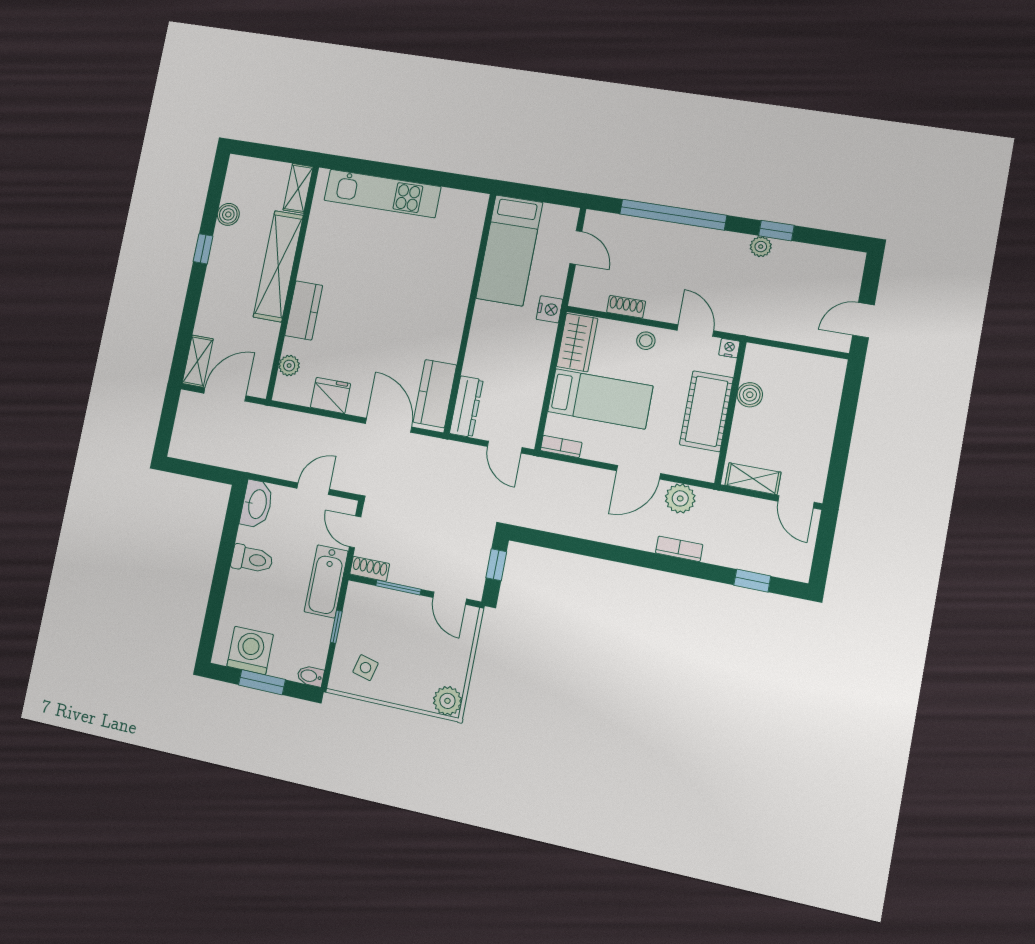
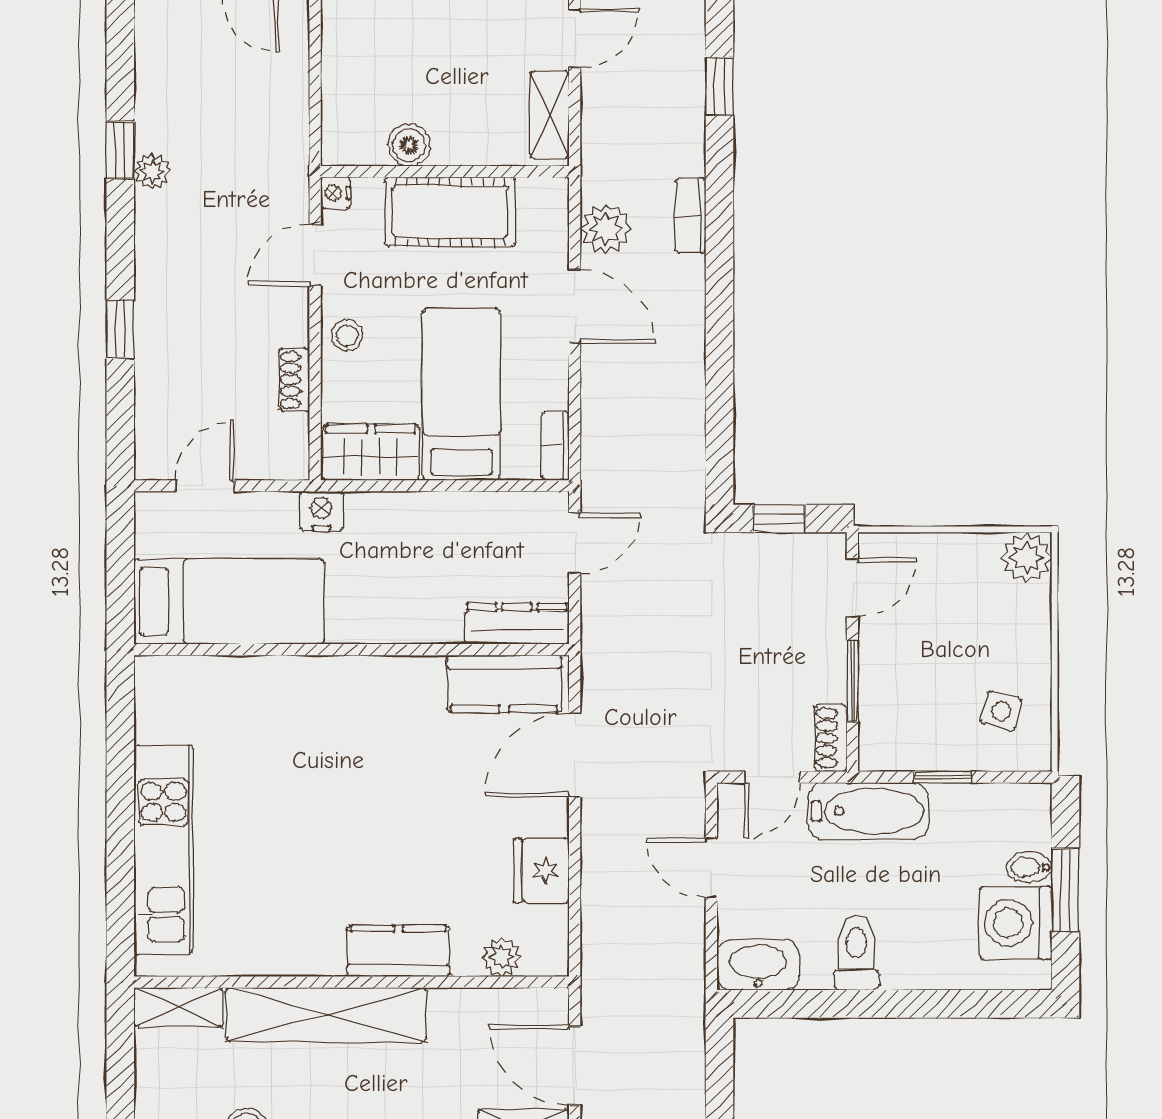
window: (673, 215) -> (120, 329), width x0.32
bidet: (310, 676) -> (1029, 867), moved, turned 90

